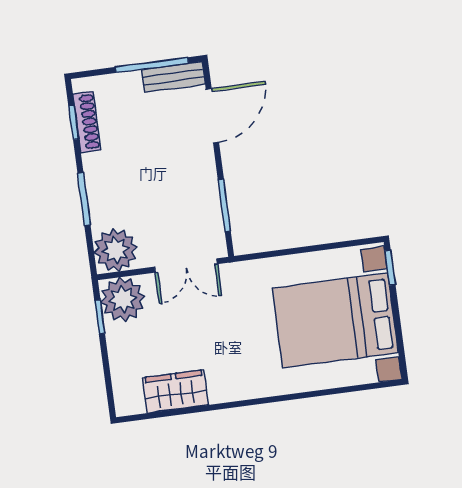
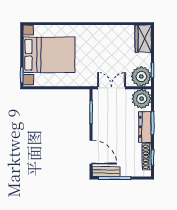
door: (212, 116) -> (91, 152), swing flipped
dresser: (99, 188) -> (145, 127), added
wardrobe: (175, 391) -> (143, 39), moved, turned 90

